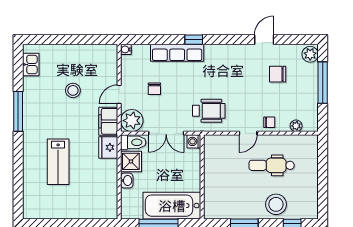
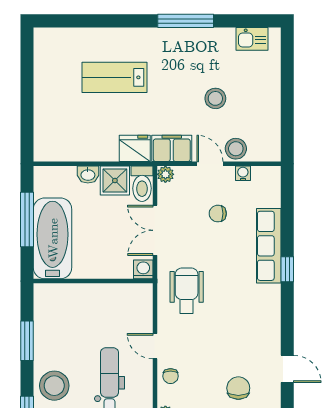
water cooler: (126, 49) -> (243, 173), moved
stool: (108, 76) -> (236, 149), added
wheelchair: (209, 111) -> (187, 291), turned 180
plant: (132, 121) -> (165, 174), width x0.53, depth x0.53

